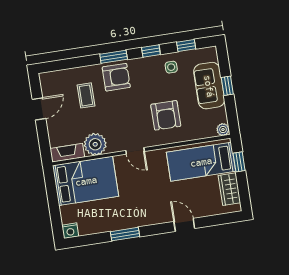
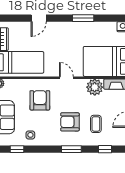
window: (151, 51) -> (105, 149), moved
armchair: (116, 77) -> (70, 122), moved
door: (184, 225) -> (39, 18), hinge flipped

